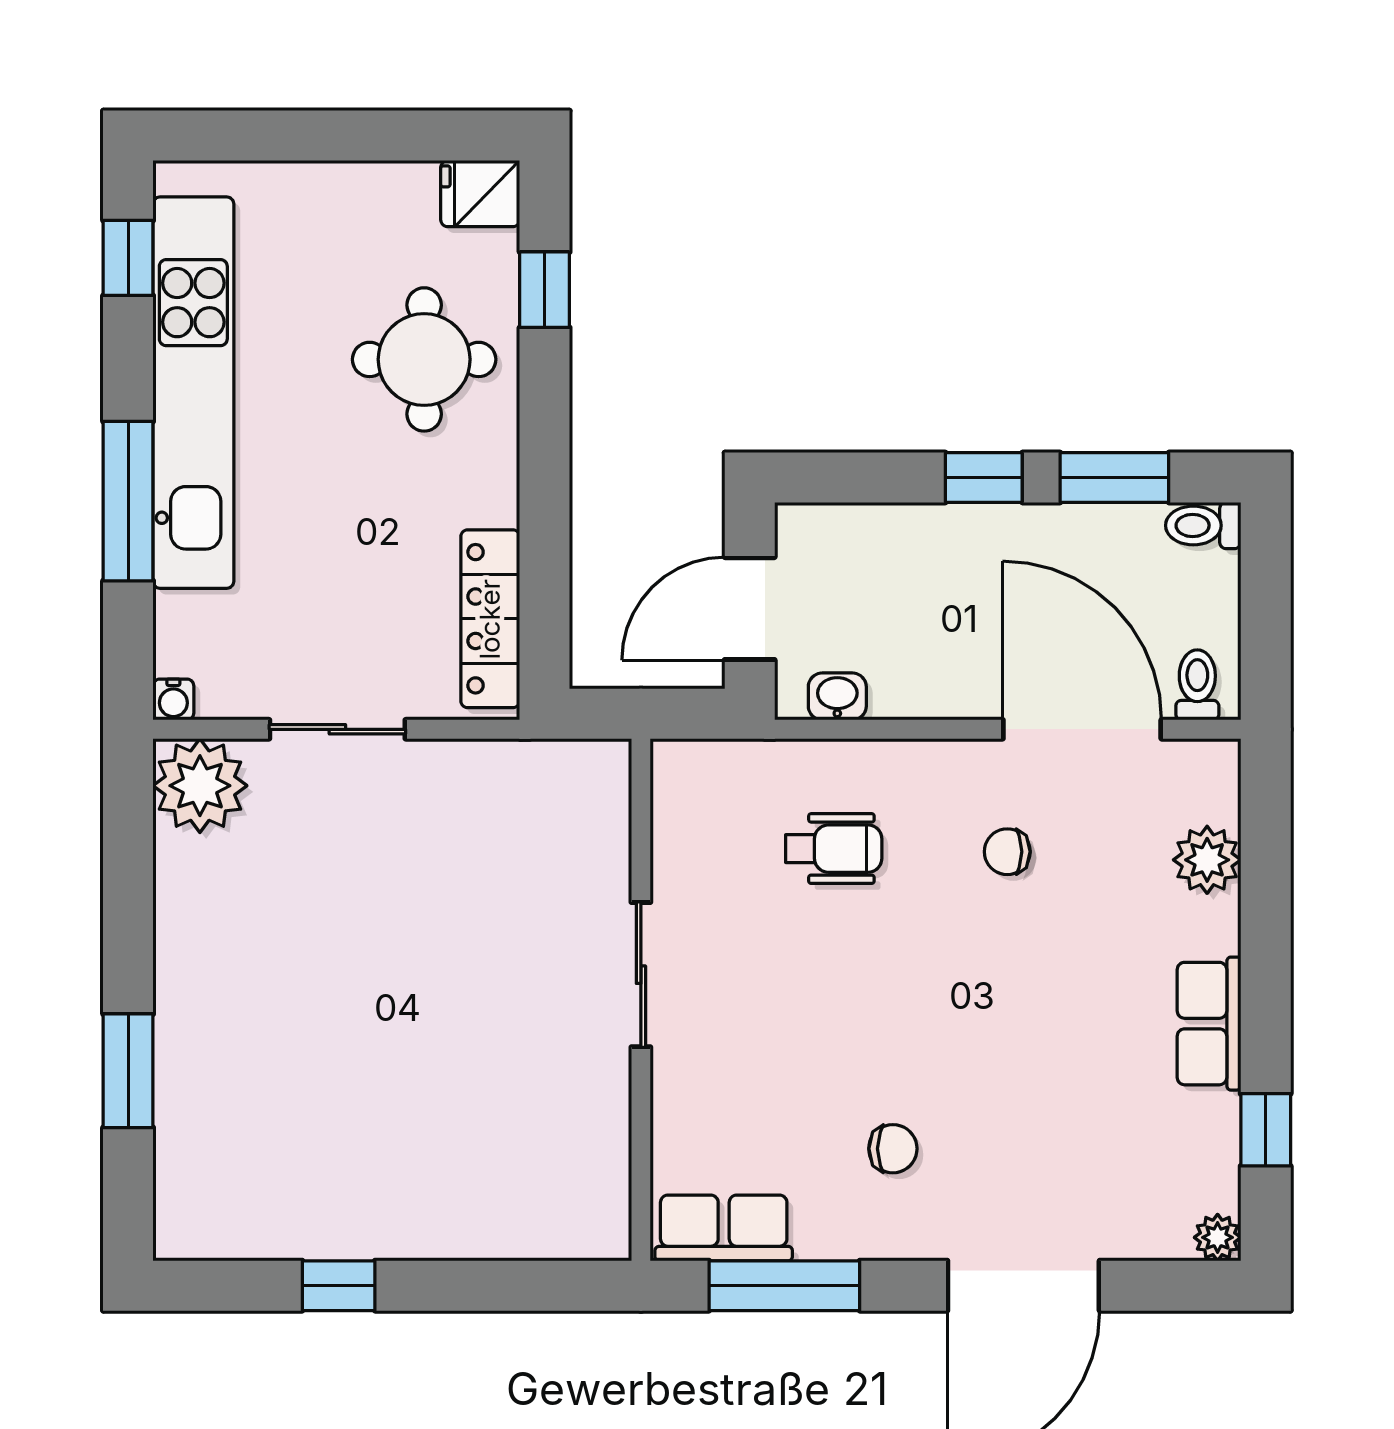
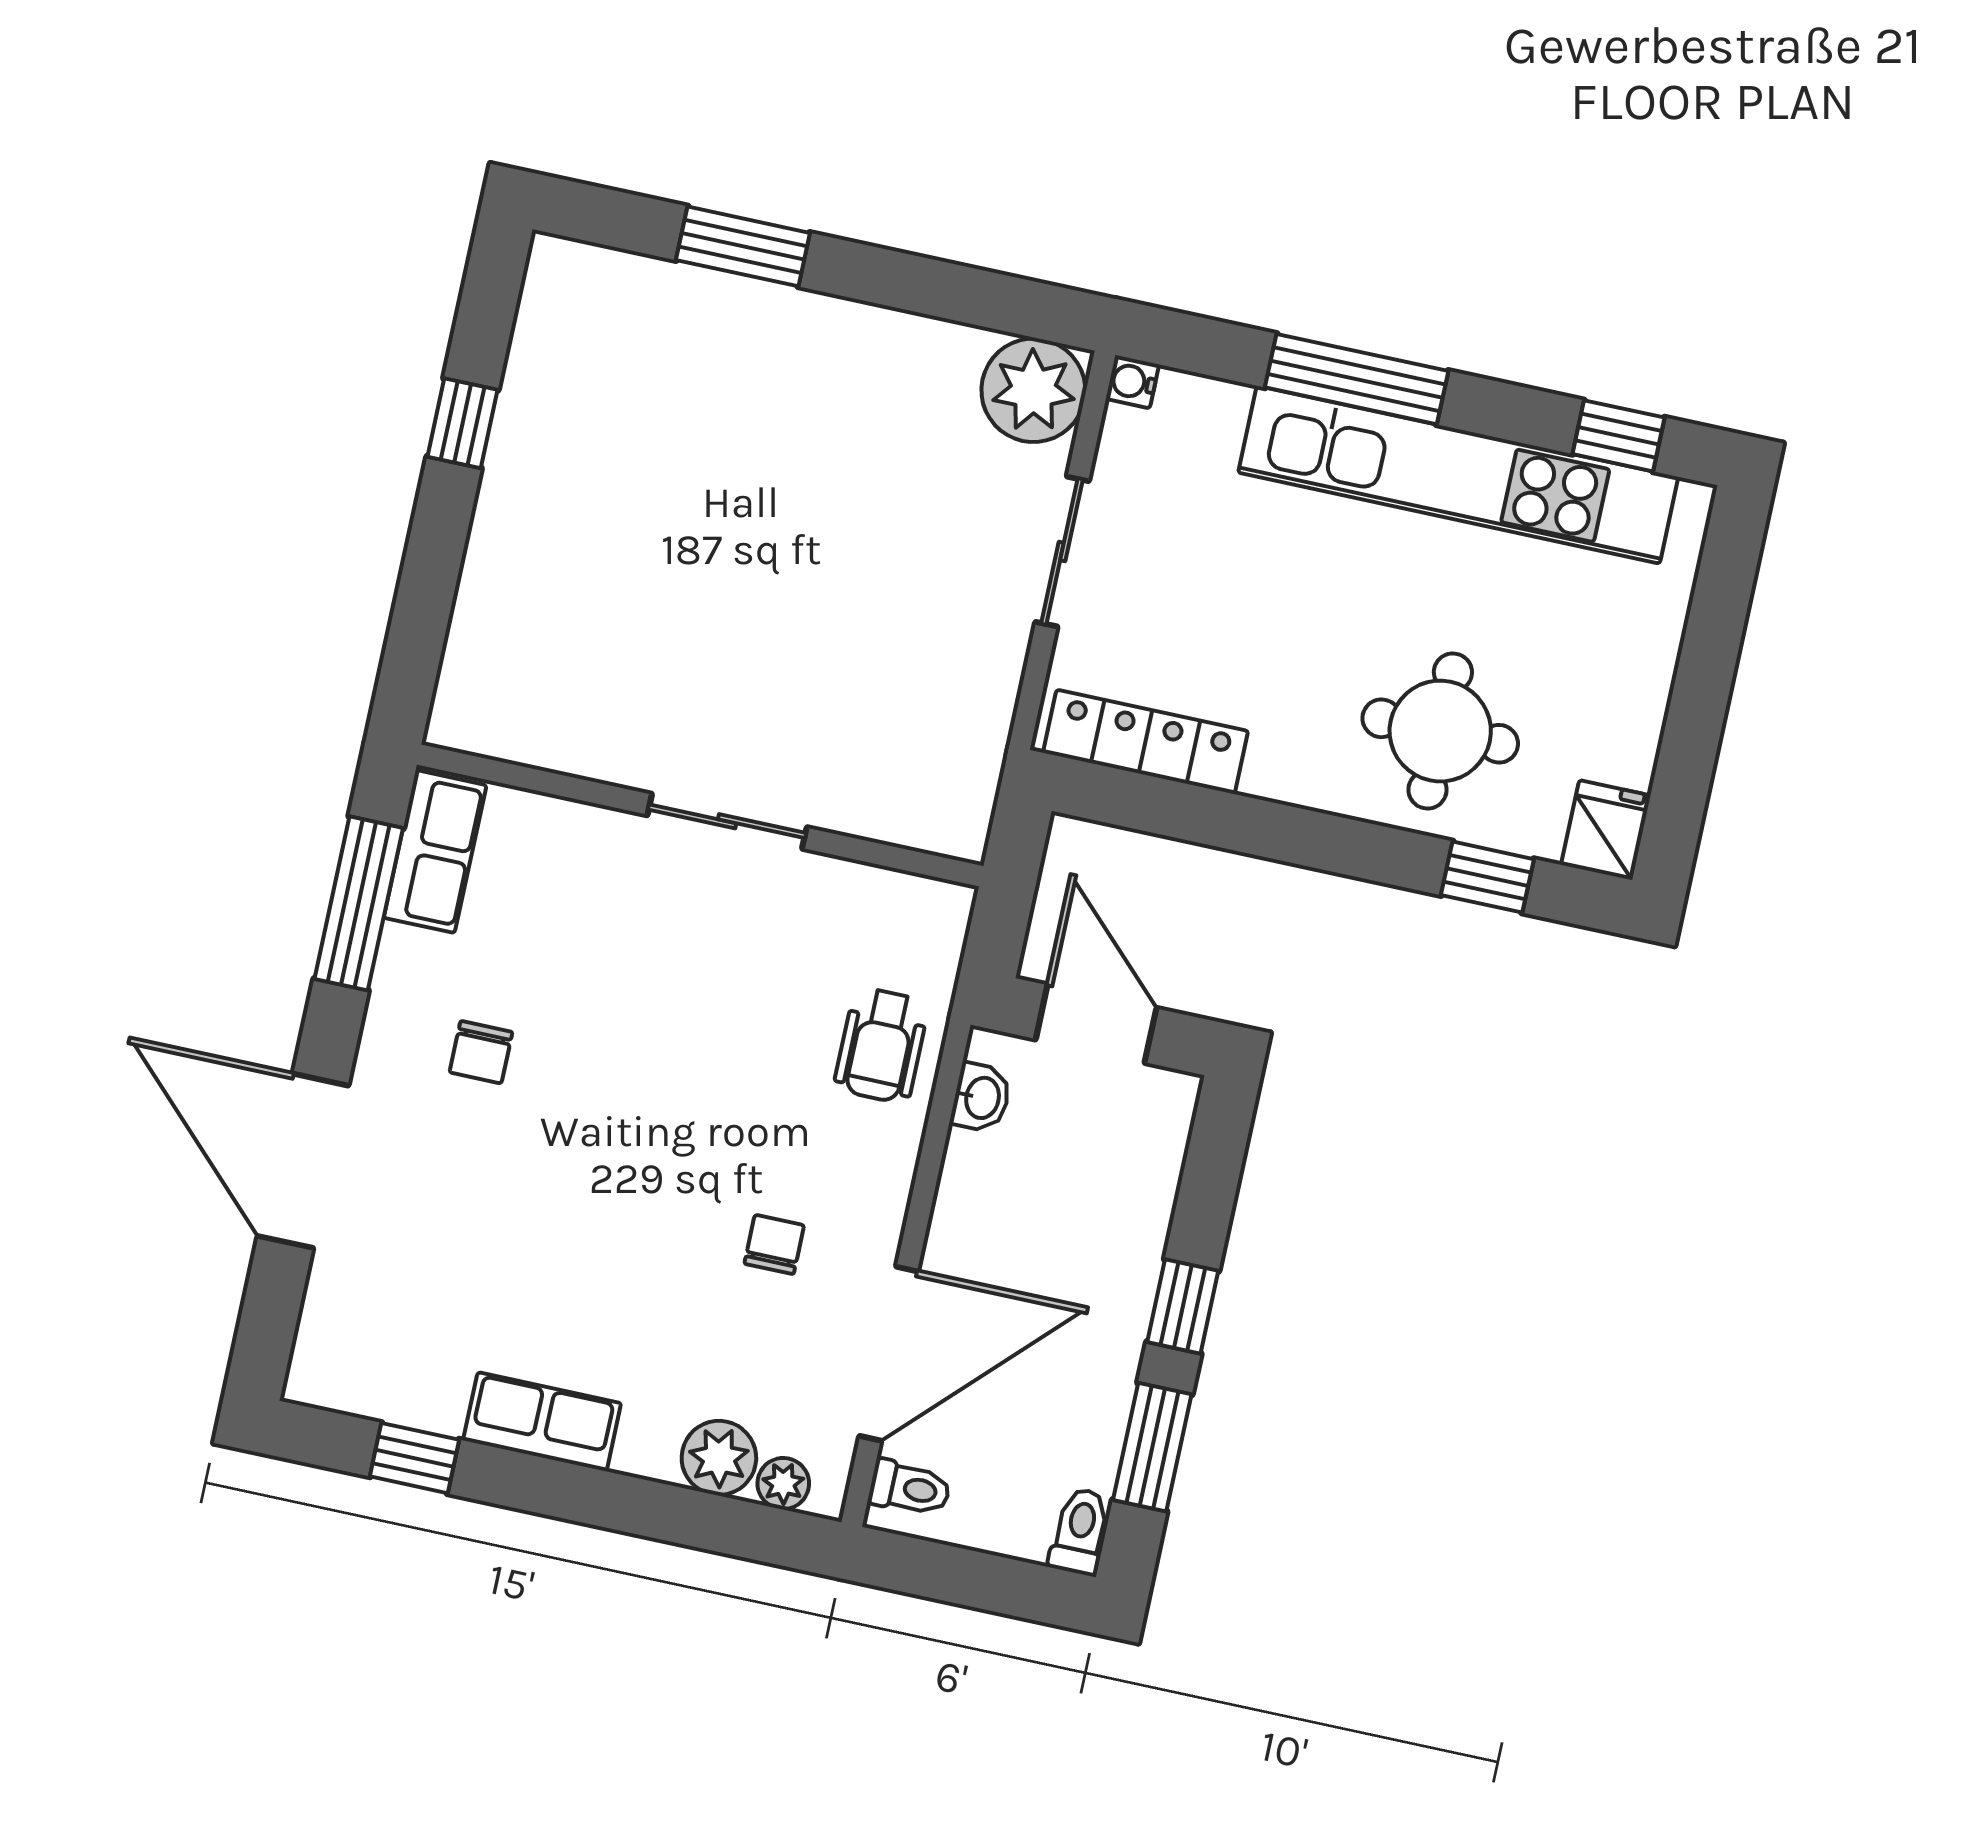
wheelchair: (834, 849) -> (881, 1045), moved
plant: (1218, 1237) -> (783, 1484), moved

